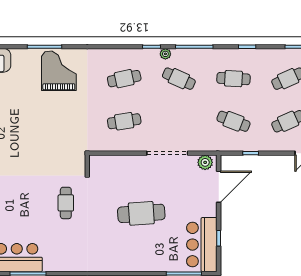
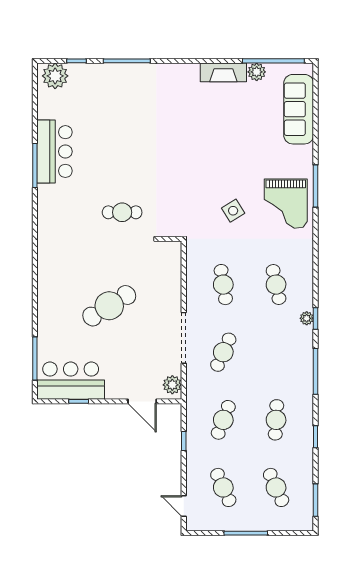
plant: (165, 54) -> (307, 318), moved
grand piano: (59, 71) -> (286, 204), turned 90
cafe table: (179, 79) -> (223, 352), moved
side table: (65, 113) -> (233, 211), added
door: (219, 187) -> (142, 401), width x0.73
cafe table: (141, 213) -> (109, 306), turned 62

